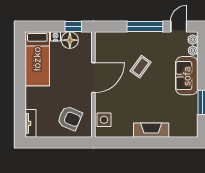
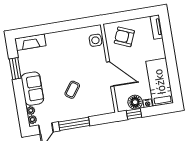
door: (93, 78) -> (110, 74), swing flipped
fireplace: (151, 130) -> (30, 42), moved

